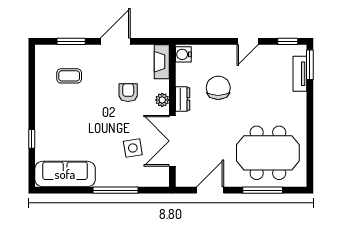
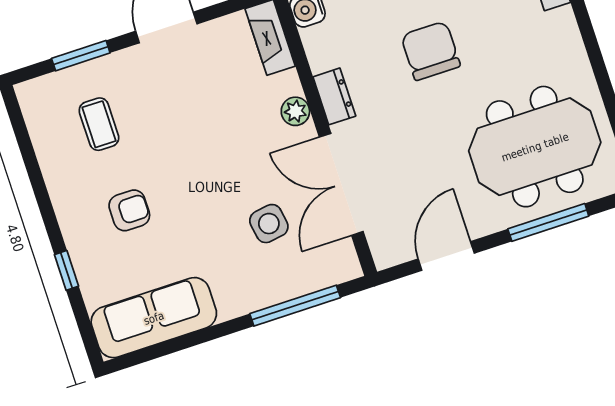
coffee table: (69, 76) -> (99, 124), turned 90
chair: (218, 88) -> (431, 51), moved
armchair: (128, 93) -> (129, 210), moved, turned 90
window: (115, 190) -> (295, 306), moved

